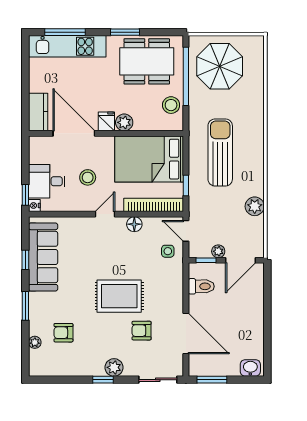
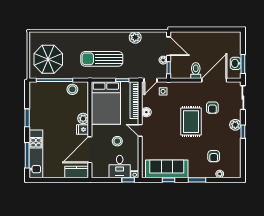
dining table: (147, 61) -> (45, 104), removed
toilet: (201, 286) -> (196, 71), moved
washbasin: (250, 368) -> (236, 63), moved

